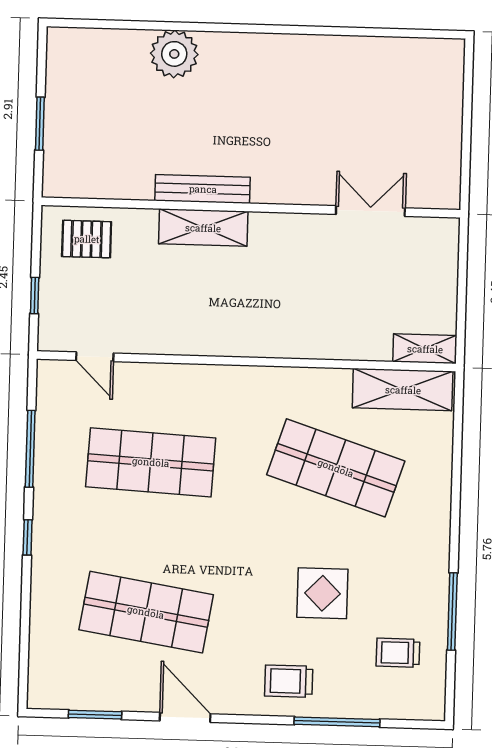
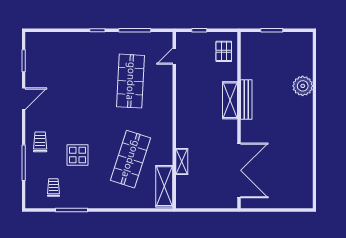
double door: (370, 211) -> (239, 170), width x1.87
shelving: (425, 349) -> (182, 162), moved
shop shelf: (146, 612) -> (67, 81), removed

